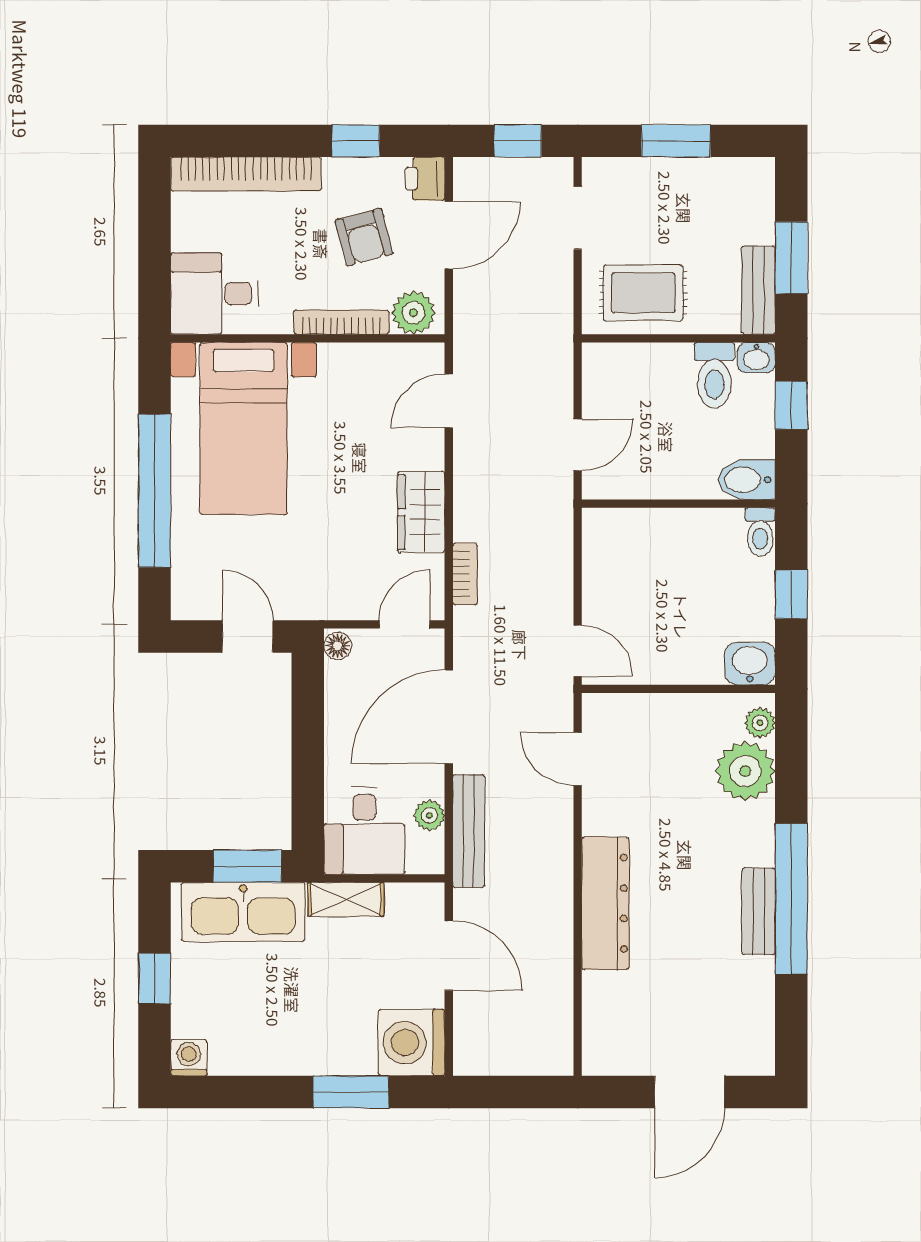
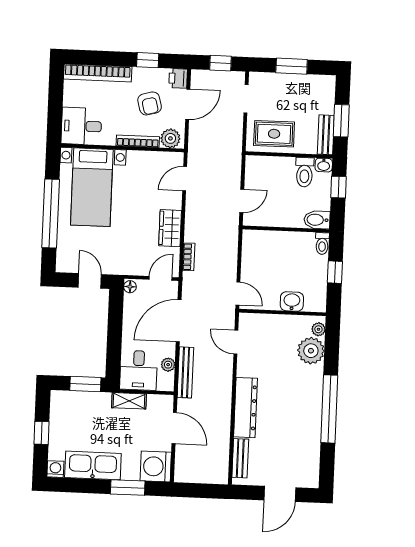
washbasin: (750, 663) -> (292, 301), moved
bench: (759, 911) -> (240, 458), moved
kitchen sink: (243, 912) -> (93, 465), moved, turned 180

